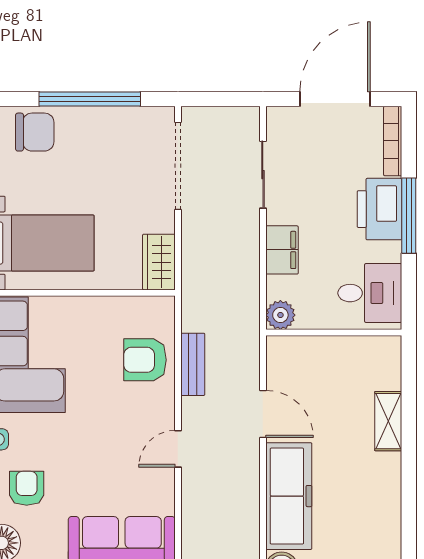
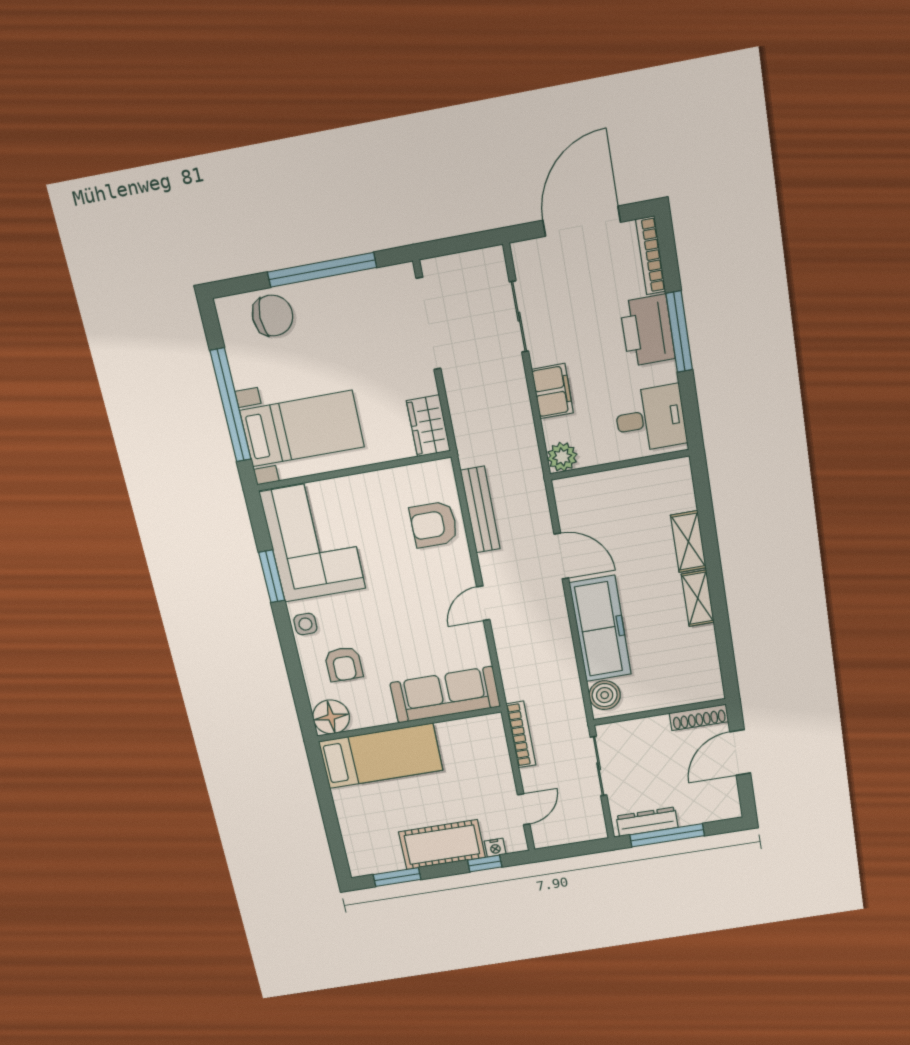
bench: (193, 364) -> (480, 510), width x1.36
shelving: (389, 481) -> (698, 598), added
armchair: (27, 488) -> (344, 664), turned 180

